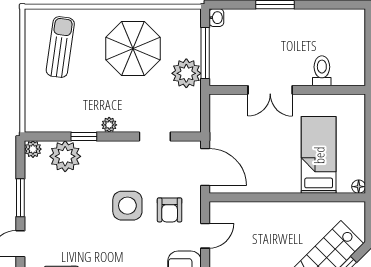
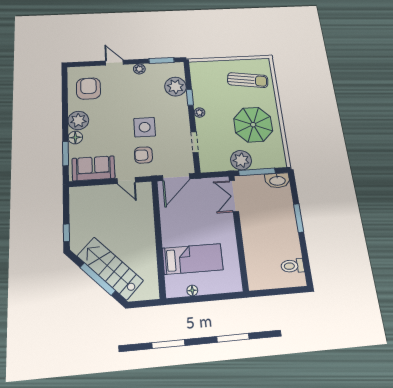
washbasin: (216, 18) -> (277, 180), width x1.91, depth x1.45
toilet: (322, 71) -> (292, 266), moved, turned 180
double door: (270, 90) -> (234, 196), moved
plant: (33, 149) -> (139, 69), moved
floor lamp: (359, 187) -> (192, 290), moved
window: (20, 198) -> (162, 61), moved

